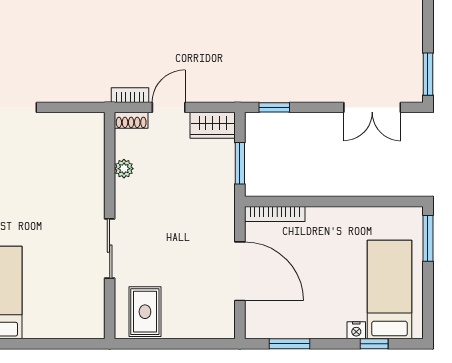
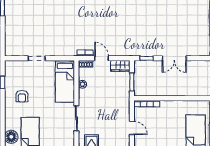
door: (169, 107) -> (102, 58), hinge flipped
double door: (372, 107) -> (174, 58), moved
bed: (83, 162) -> (65, 81), added
door: (240, 271) -> (132, 128), width x0.53

